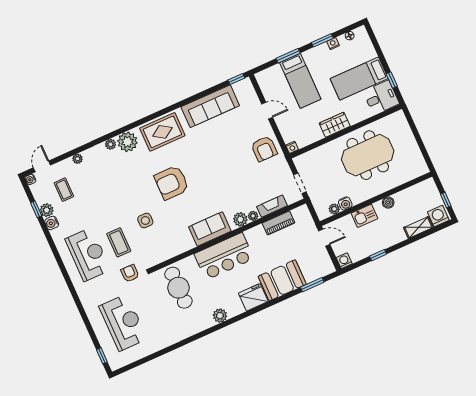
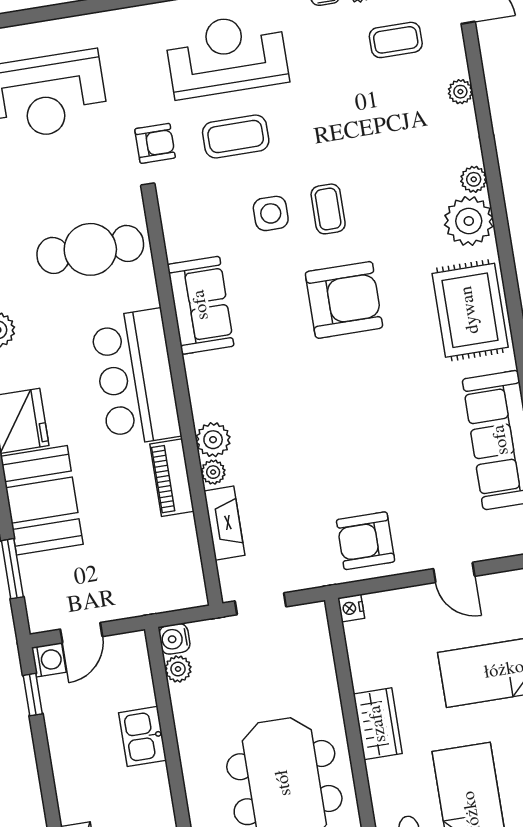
door: (267, 111) -> (454, 572), hinge flipped
armchair: (172, 183) -> (344, 300), turned 90
coffee table: (138, 198) -> (328, 209), added
water cooler: (345, 203) -> (174, 639), moved
boiler: (388, 203) -> (159, 801), removed
piano: (279, 223) -> (172, 478), moved
sofa: (210, 229) -> (201, 305), moved
door: (324, 238) -> (81, 633), moved
reception desk: (88, 254) -> (227, 55), turned 180
window: (378, 255) -> (33, 695), moved

